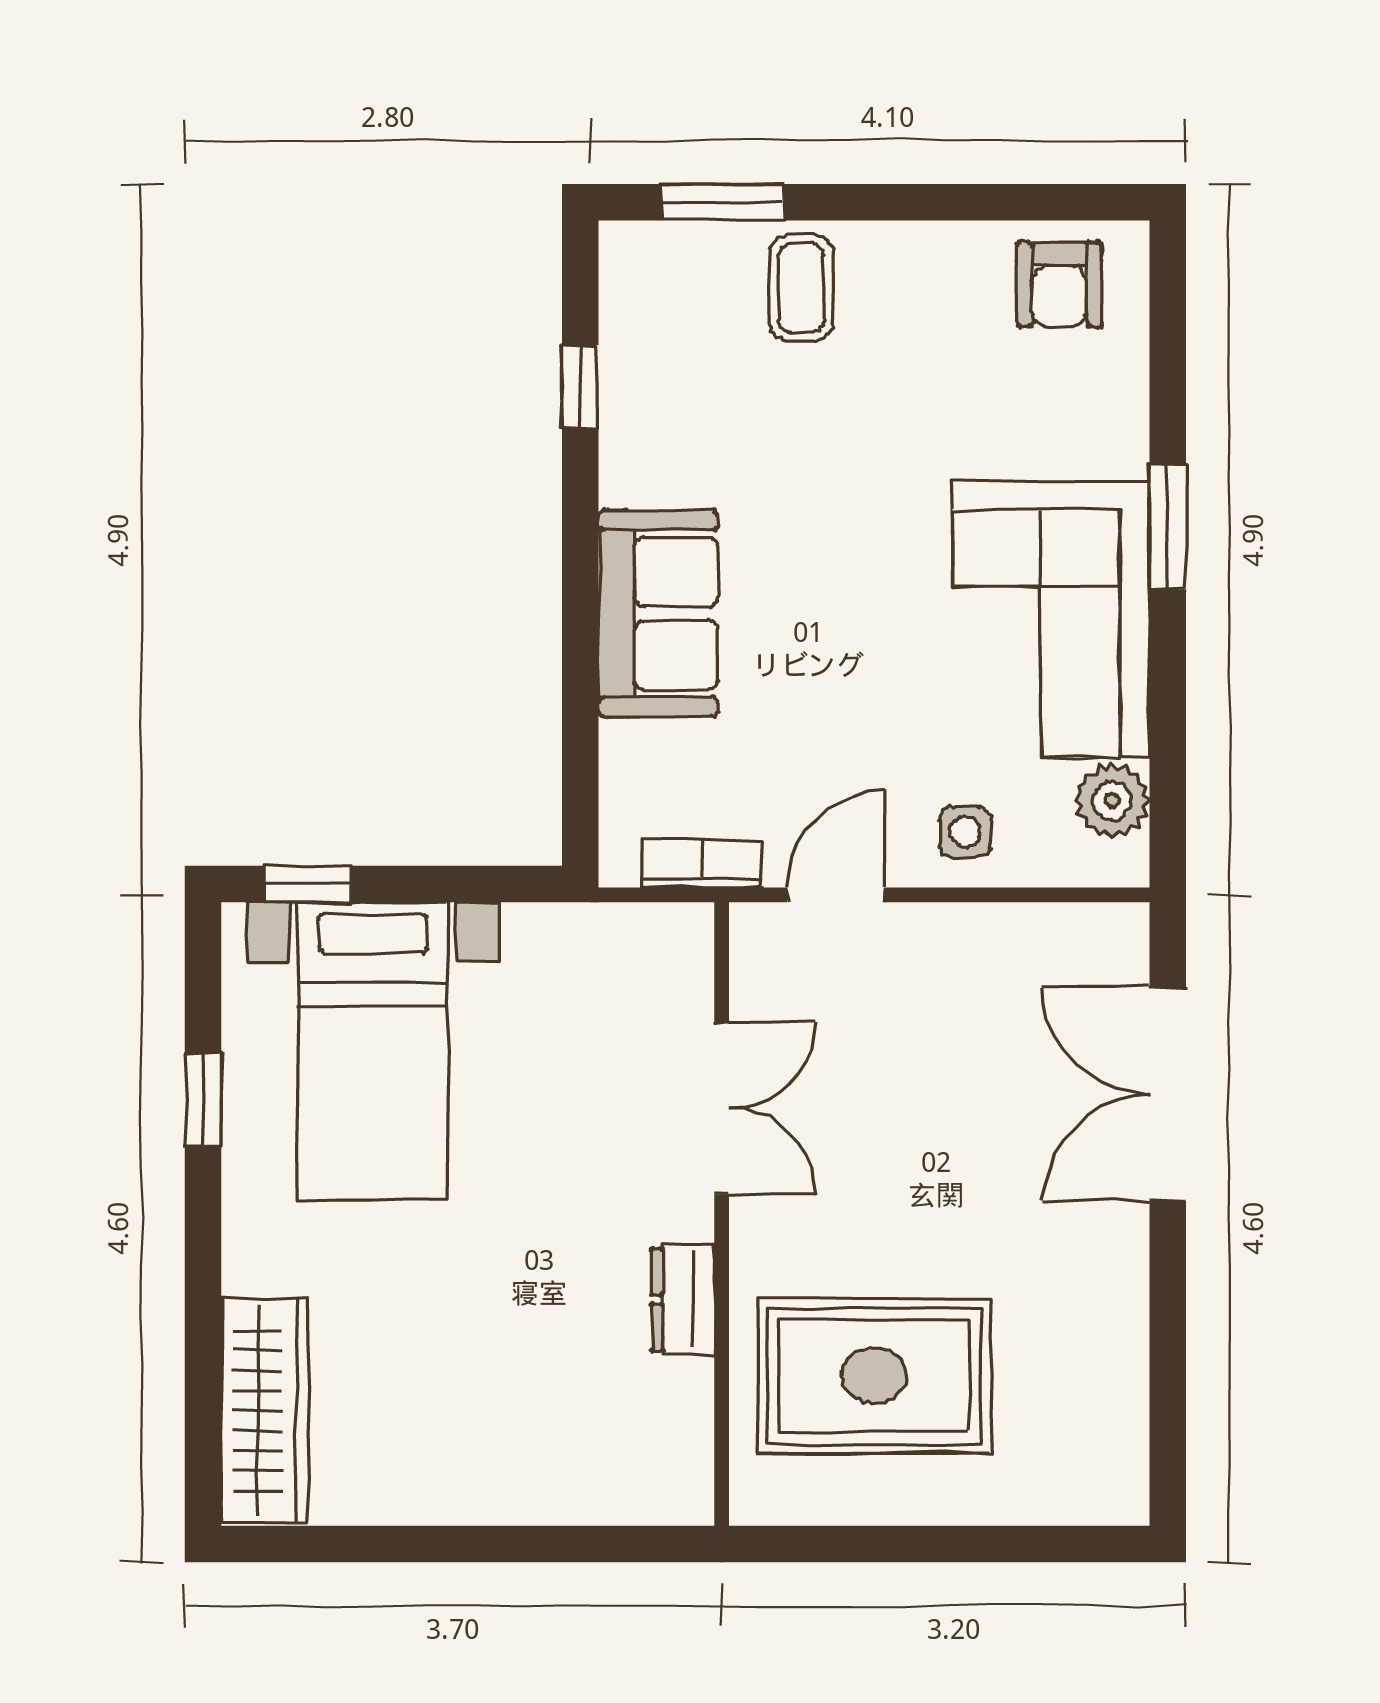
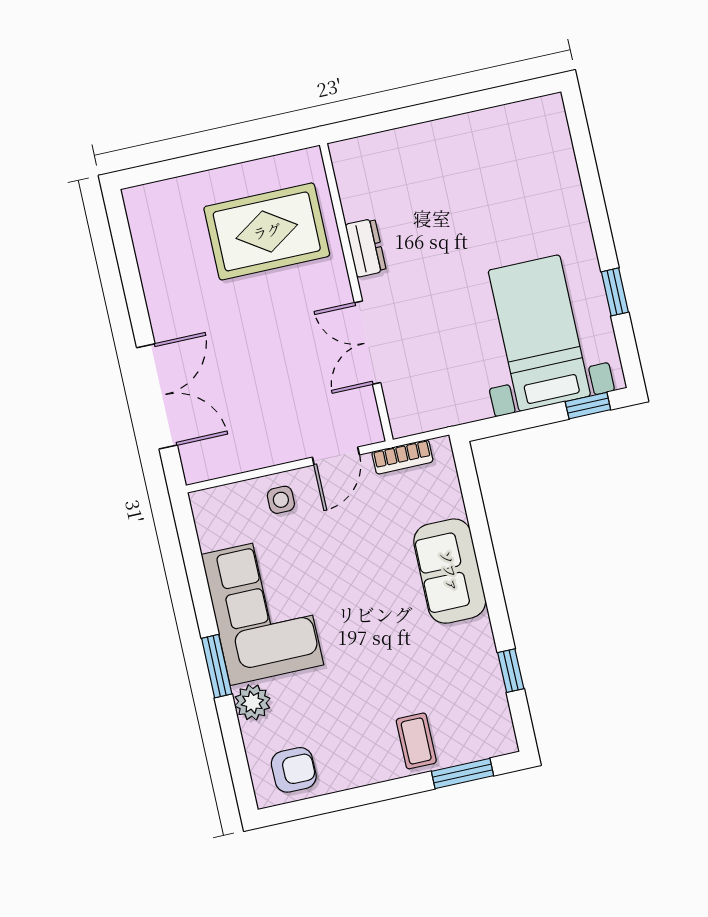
armchair: (1059, 284) -> (294, 770), turned 90
plant: (1112, 801) -> (252, 702), moved
wardrobe: (265, 1411) -> (553, 151), removed

